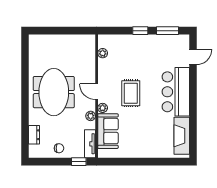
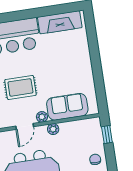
tv unit: (90, 144) -> (85, 125), removed

